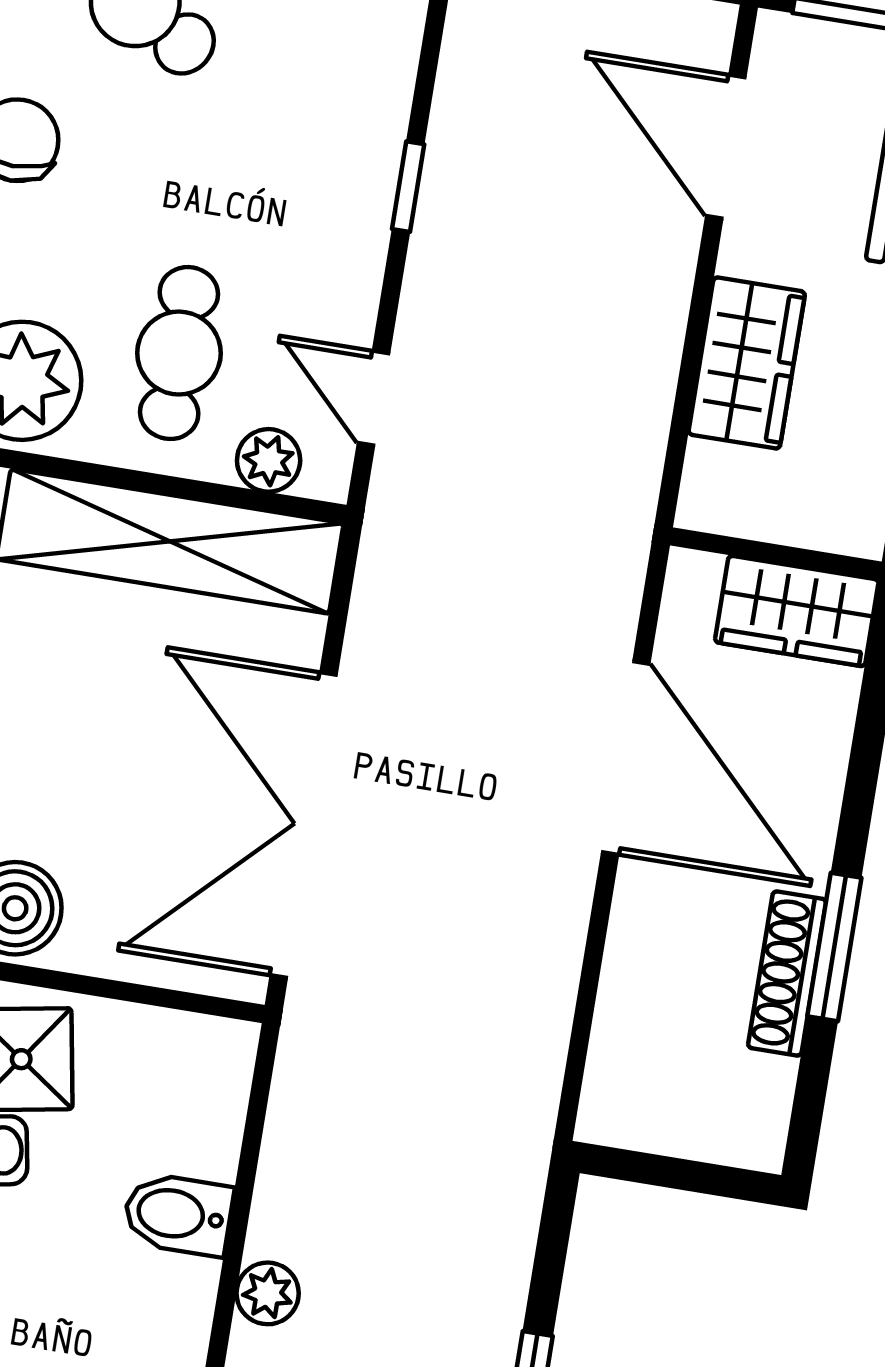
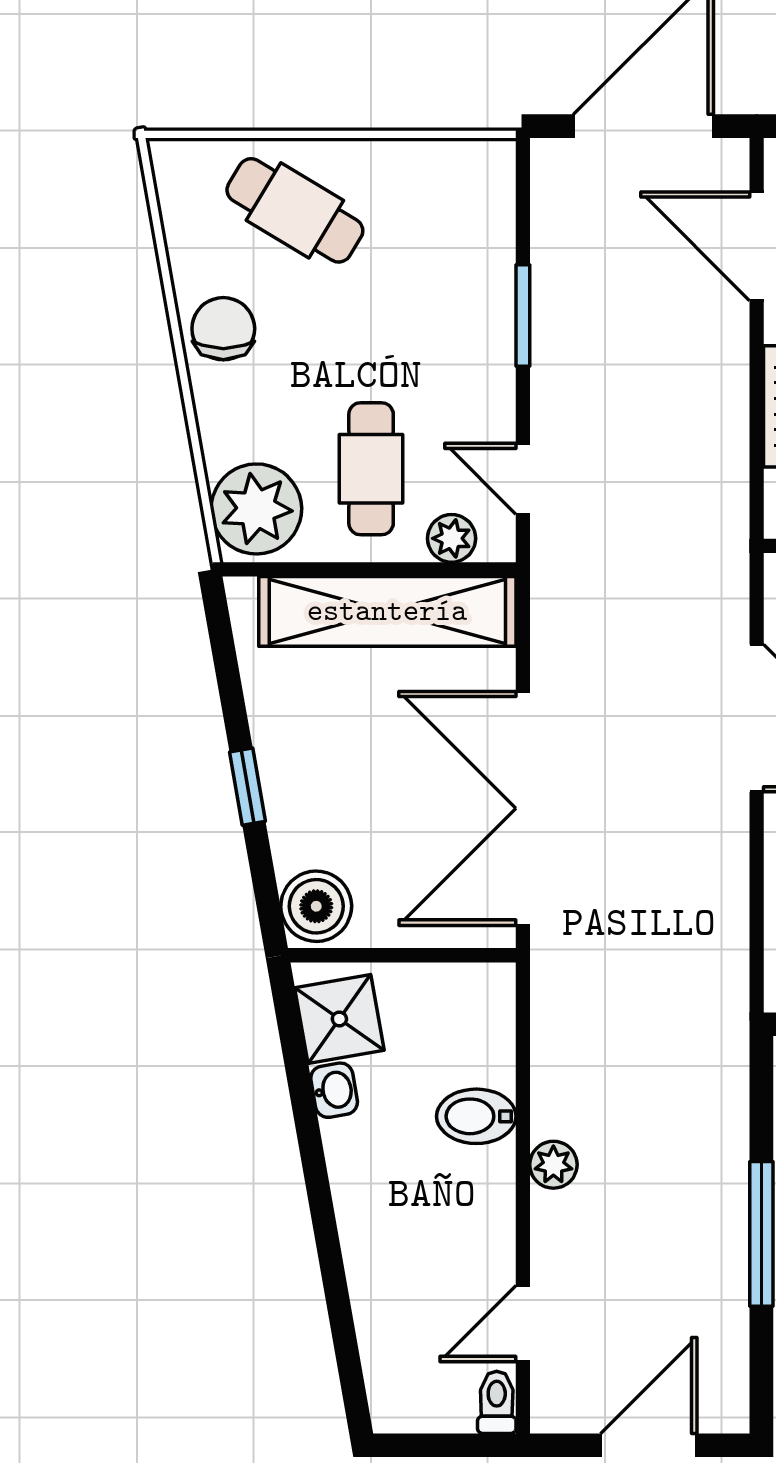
window: (408, 187) -> (523, 316), width x1.50

